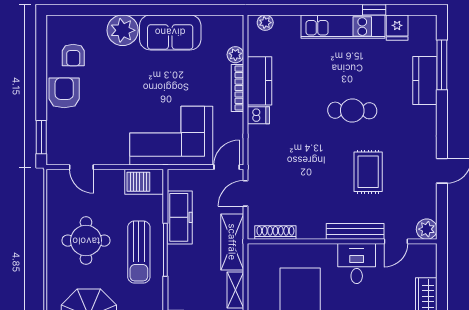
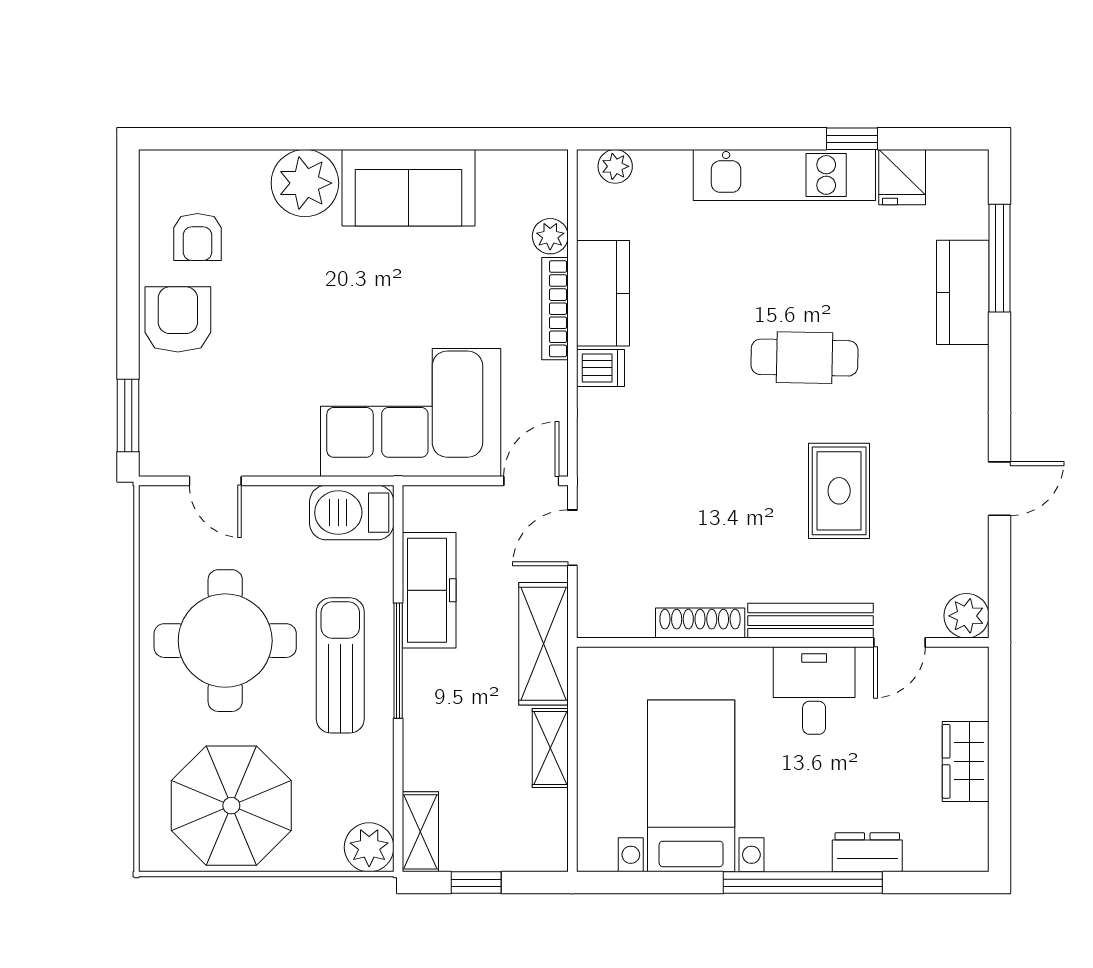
shoe rack: (275, 232) -> (700, 623), moved
round table: (86, 241) -> (225, 641), width x1.36, depth x1.36
sun lounger: (139, 252) -> (340, 665), turned 180

